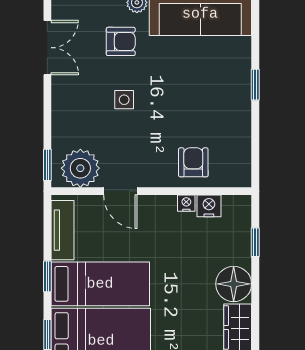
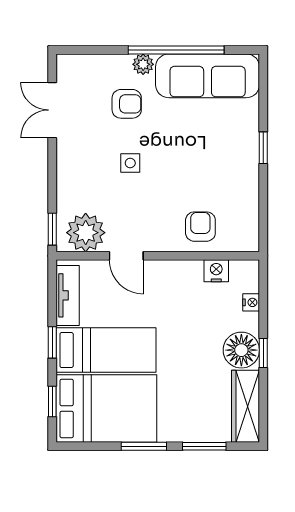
double door: (47, 48) -> (52, 110), swing flipped
nightstand: (186, 203) -> (251, 302), moved, turned 90
window: (255, 242) -> (263, 353), moved

